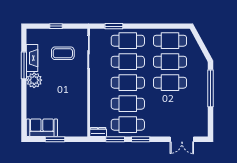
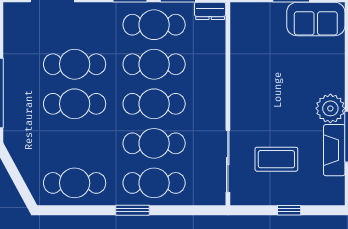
window: (114, 26) -> (133, 210), moved
cafe table: (170, 62) -> (75, 64), moved

